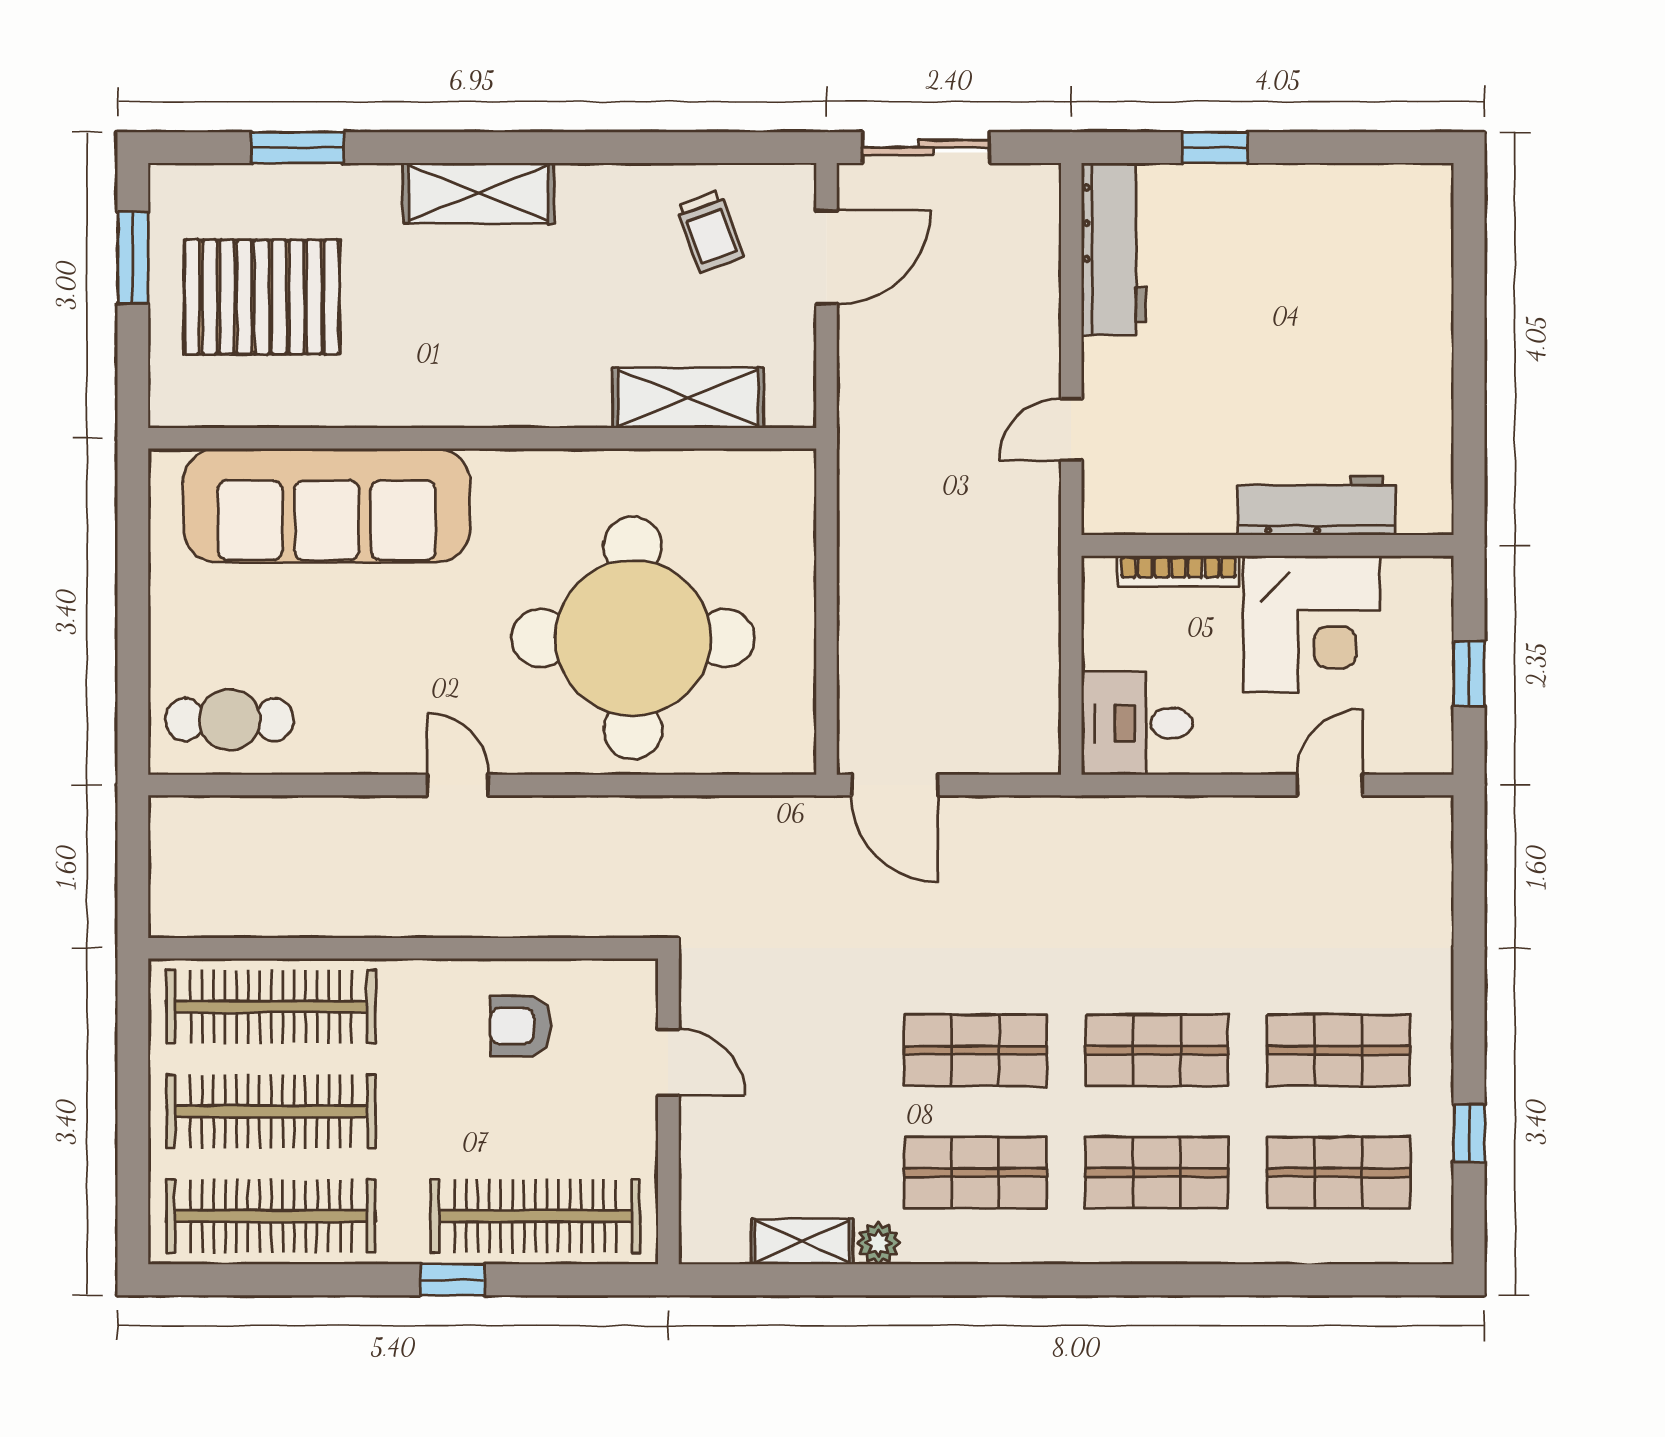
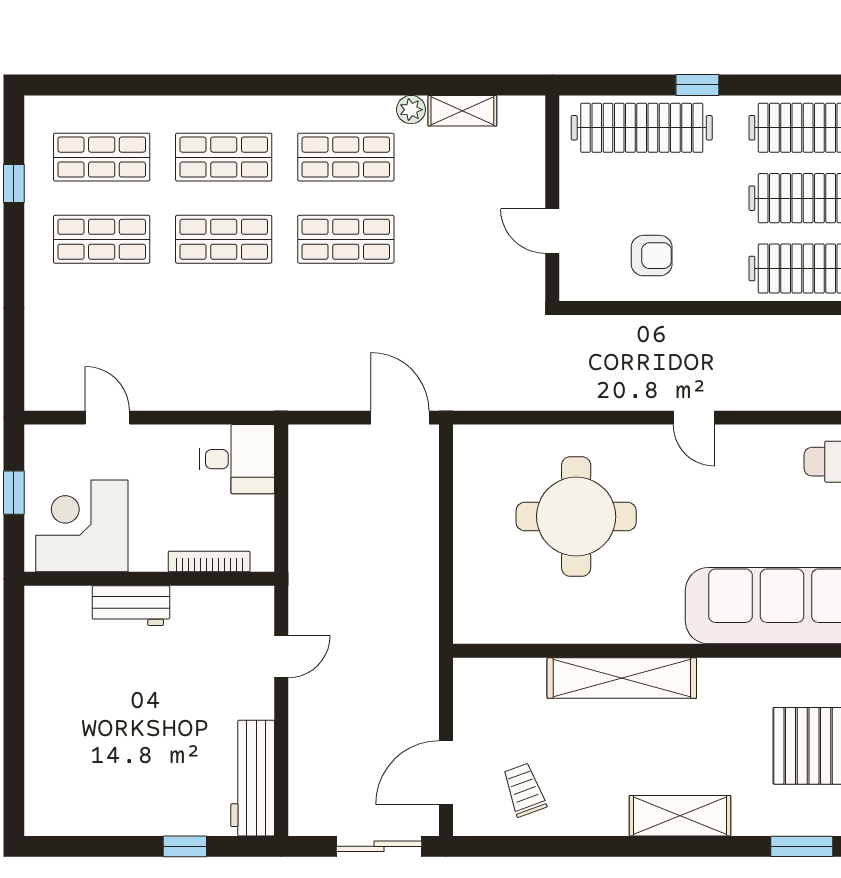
shelving: (688, 398) -> (622, 678), moved, width x1.47
workbench: (1316, 506) -> (131, 606), width x0.73
corner desk: (1312, 624) -> (82, 526), moved
round table: (633, 638) -> (576, 517), width x0.73, depth x0.73
door: (1330, 785) -> (107, 418), swing flipped

